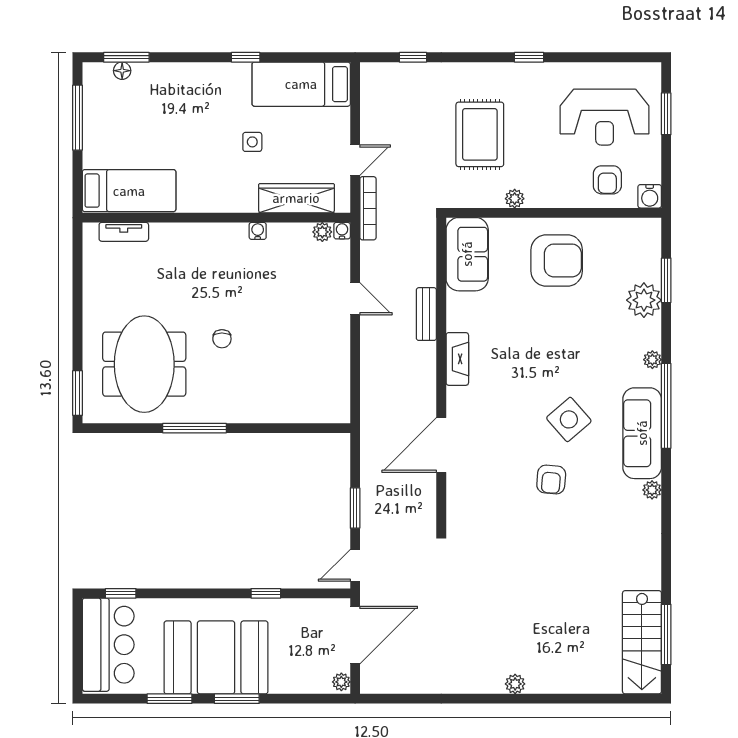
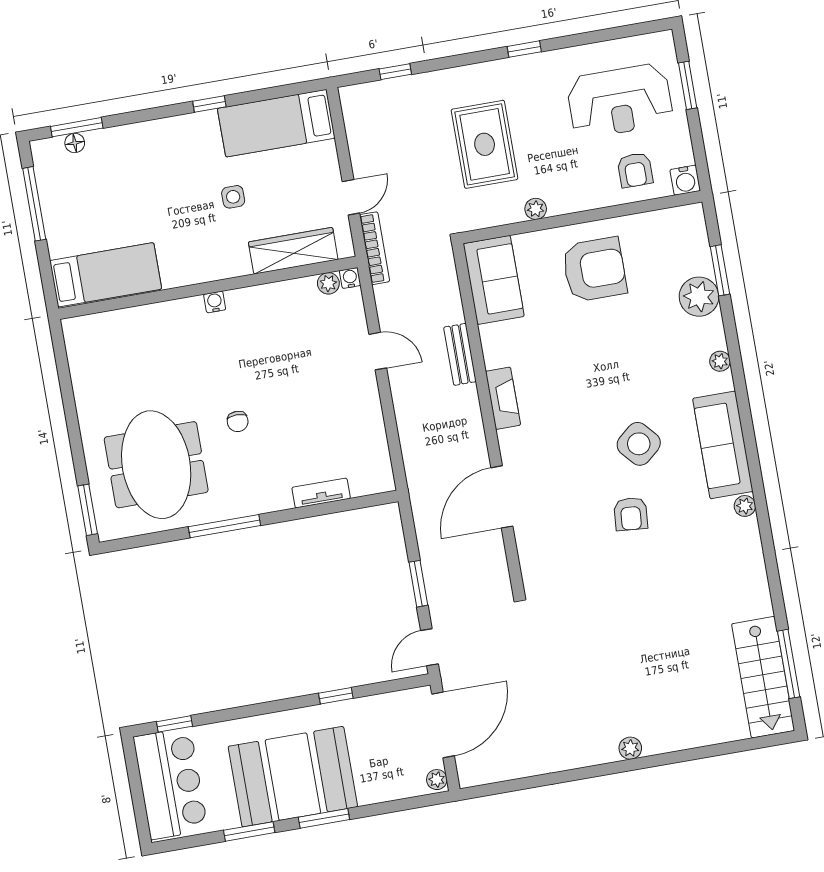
water cooler: (258, 231) -> (215, 302), moved
tv unit: (124, 232) -> (321, 493), moved, turned 180
window: (666, 406) -> (744, 410), removed

